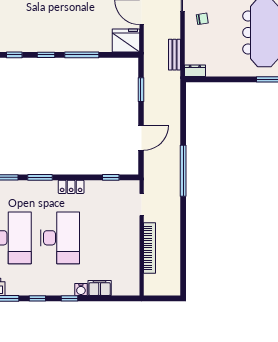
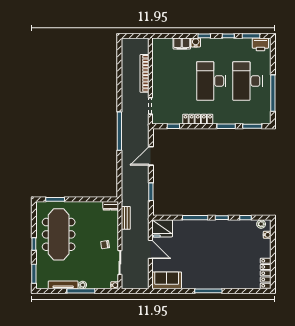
locker: (71, 187) -> (198, 119), width x1.53

